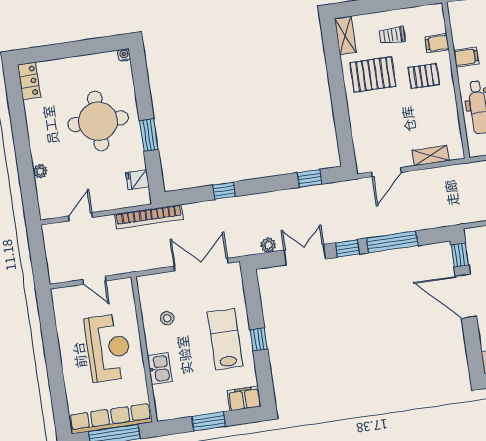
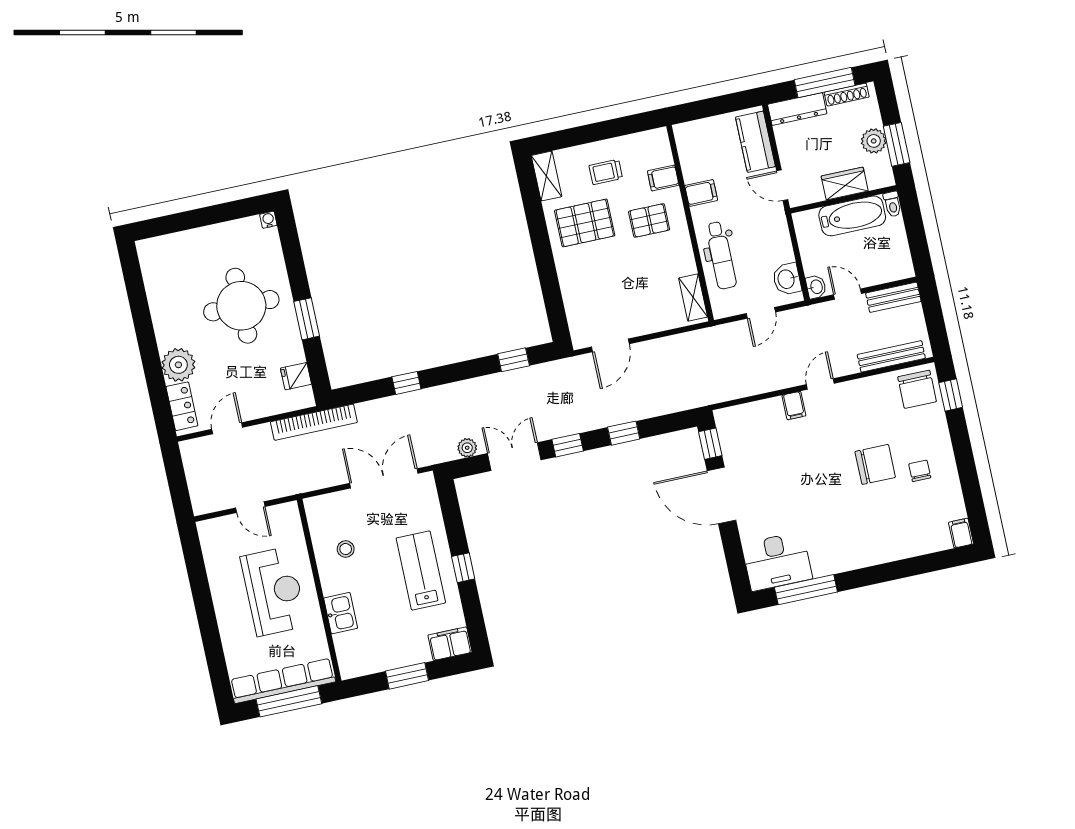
locker: (29, 81) -> (182, 406), moved
shelving: (431, 156) -> (693, 297), moved, turned 90
plant: (40, 171) -> (178, 365), width x1.88, depth x1.88
window: (392, 242) -> (624, 433), width x0.46

